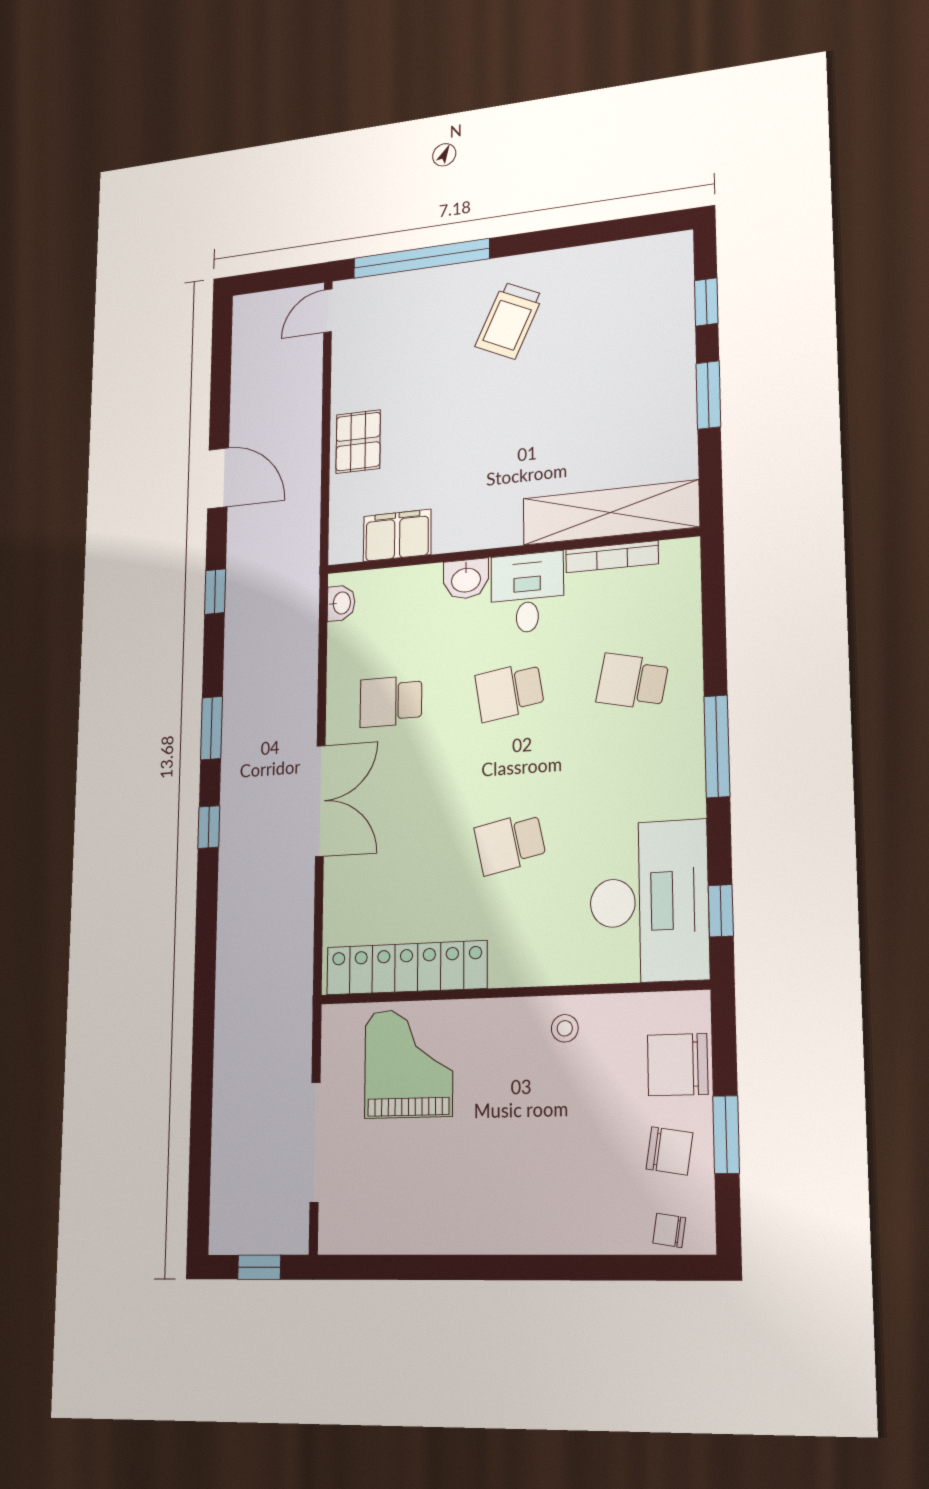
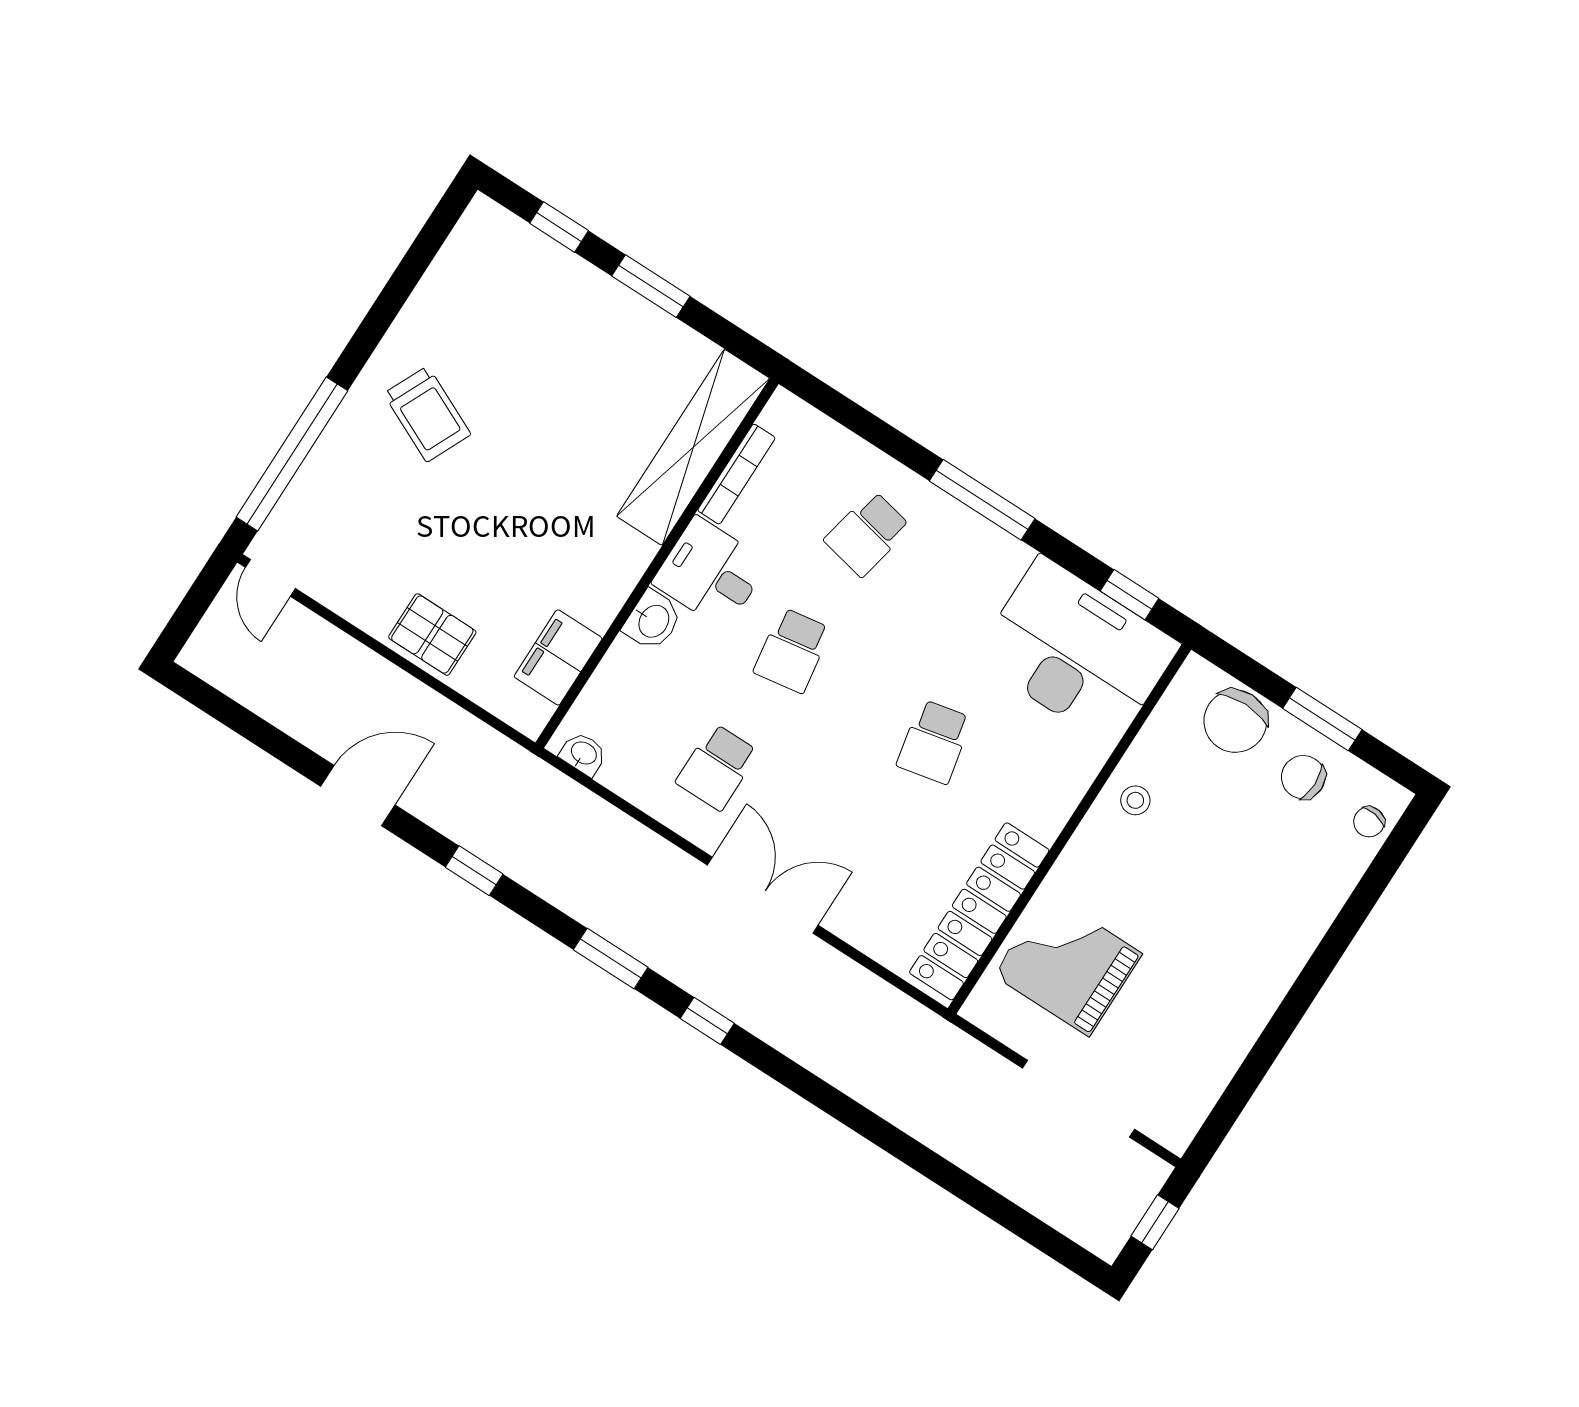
chair: (670, 1151) -> (1303, 777), turned -99

